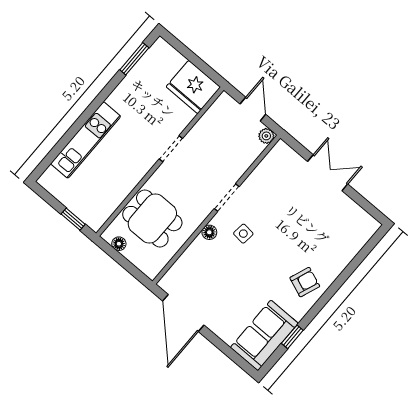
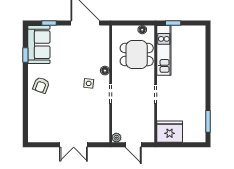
kitchen unit: (86, 140) -> (164, 50), moved, turned 180
window: (229, 352) -> (49, 23), added

